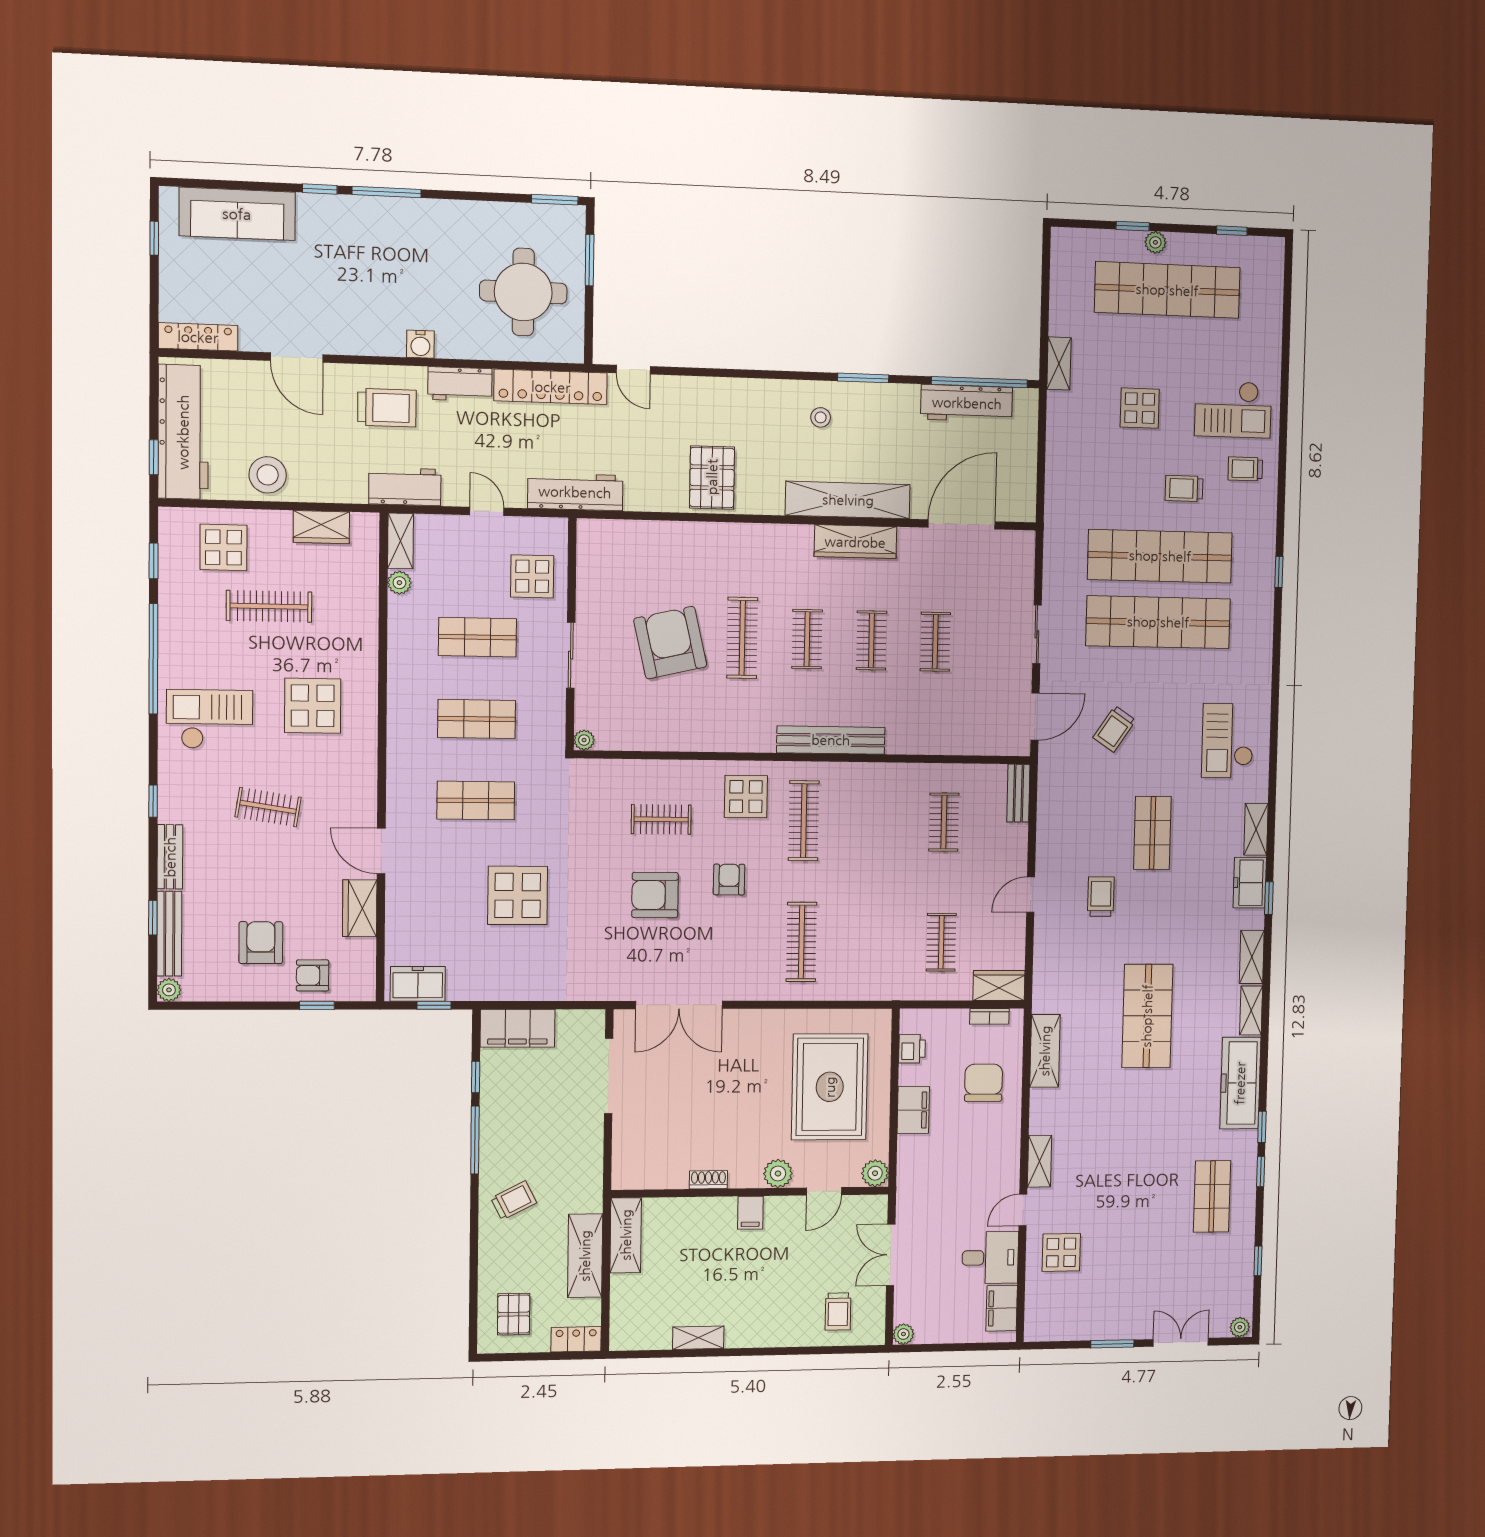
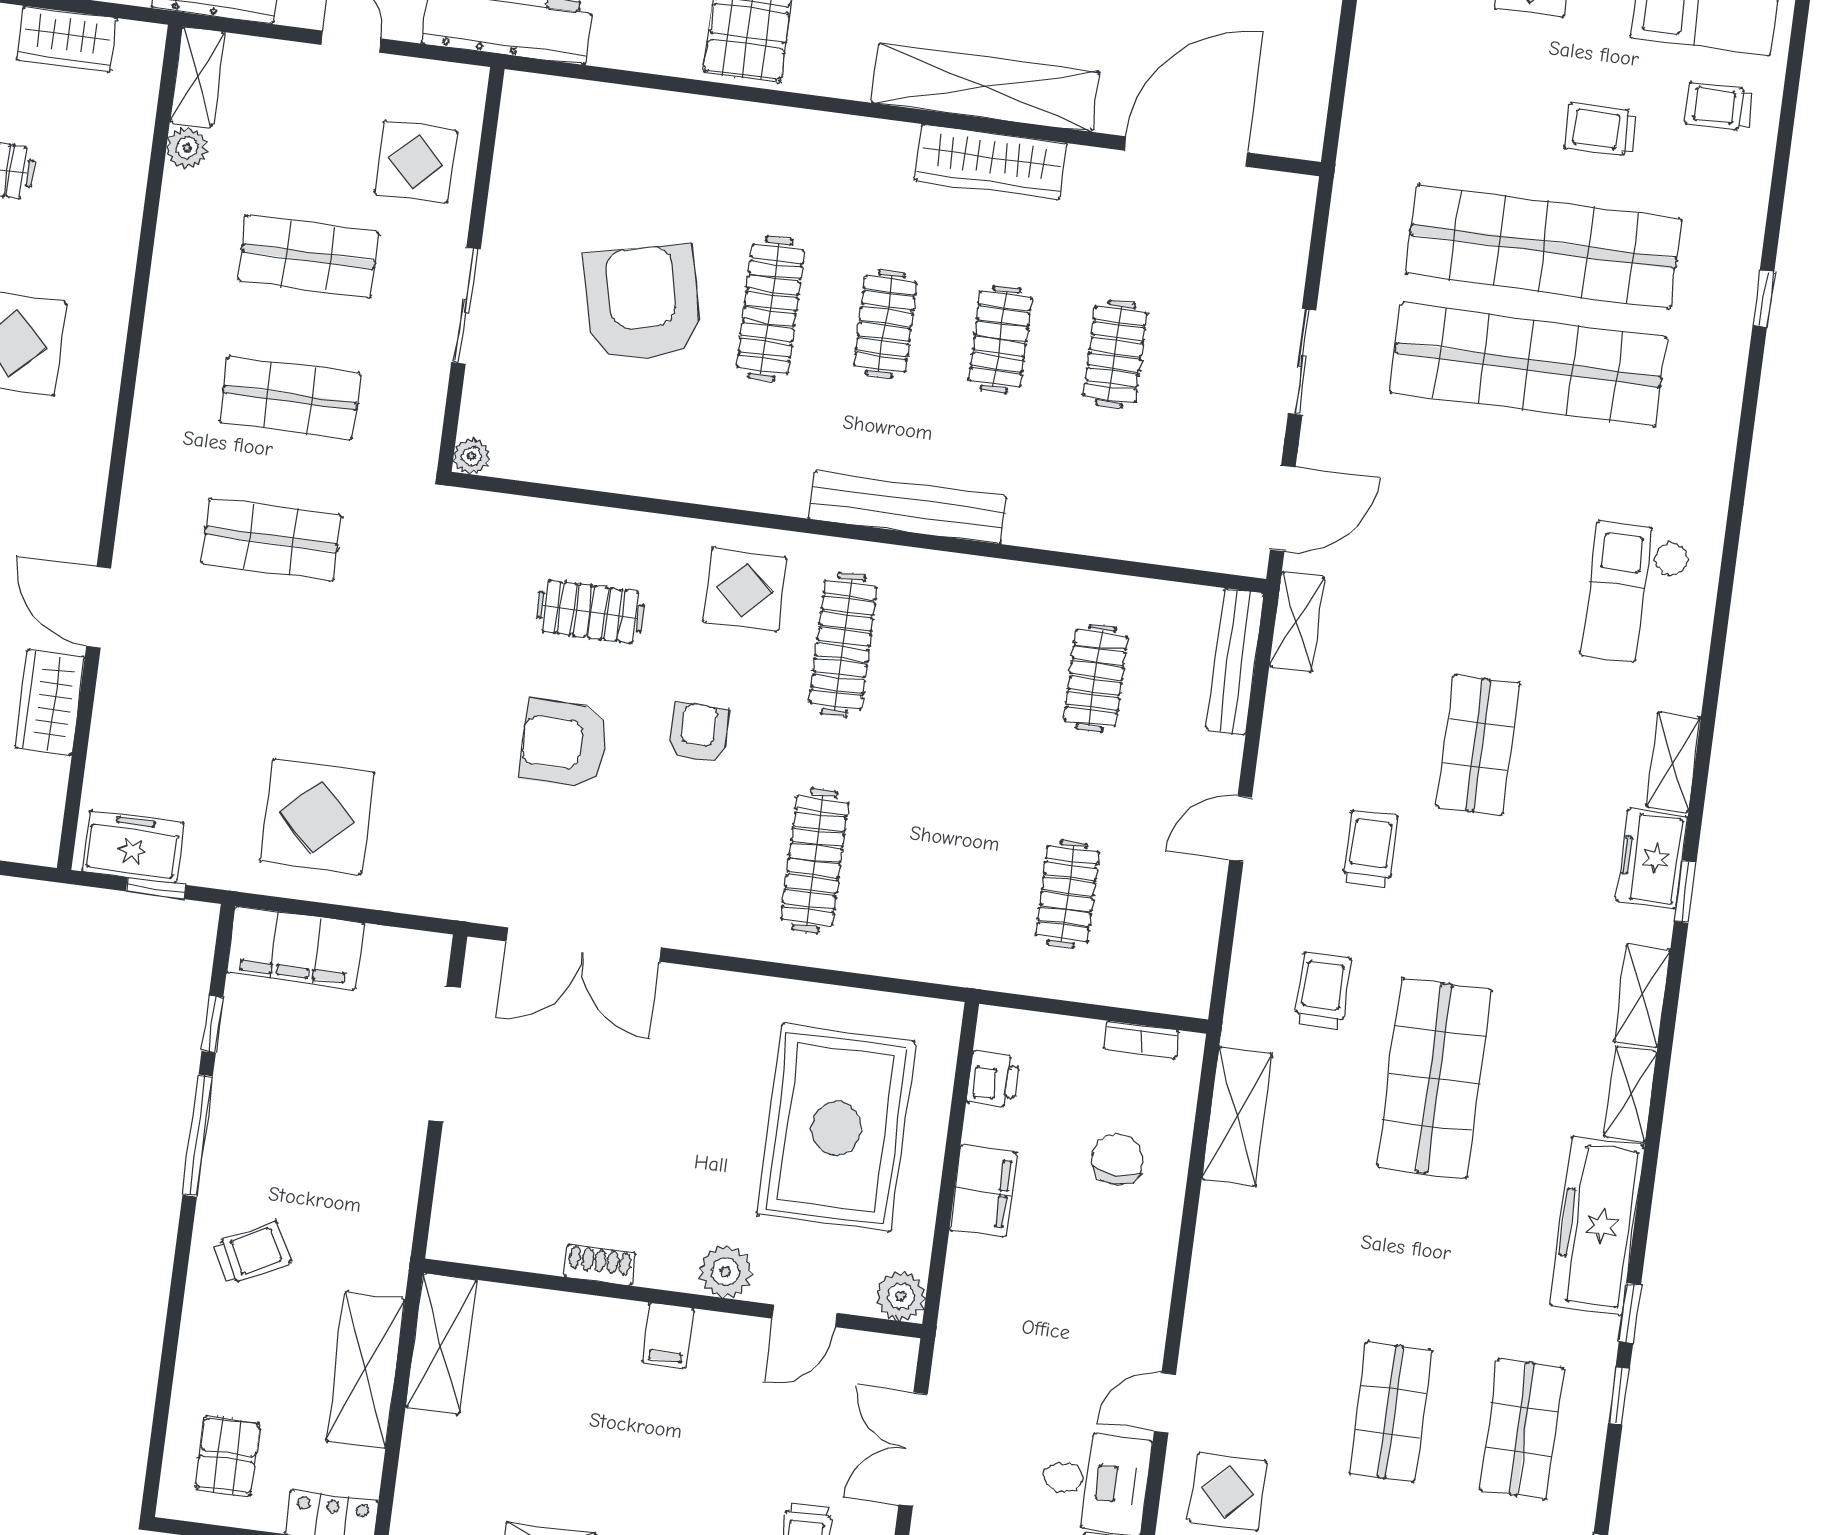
trolley: (1114, 729) -> (1323, 991), moved, turned 146
bench: (1018, 793) -> (1235, 662), width x1.36
display table: (518, 895) -> (317, 817), moved
wardrobe: (999, 985) -> (1165, 986), removed
chair: (984, 1083) -> (1117, 1159), width x0.73, depth x0.73
shelving: (1039, 1161) -> (1297, 622), moved
shop shelf: (1142, 1197) -> (1390, 1412), added

